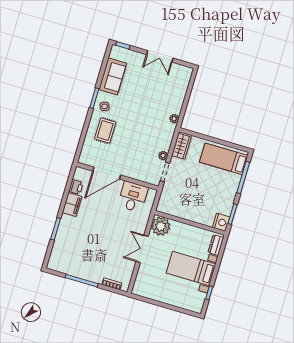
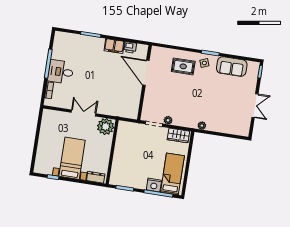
double door: (160, 56) -> (255, 106), swing flipped
desk: (133, 197) -> (61, 72), moved, turned 180
nightstand: (221, 222) -> (154, 185), moved

